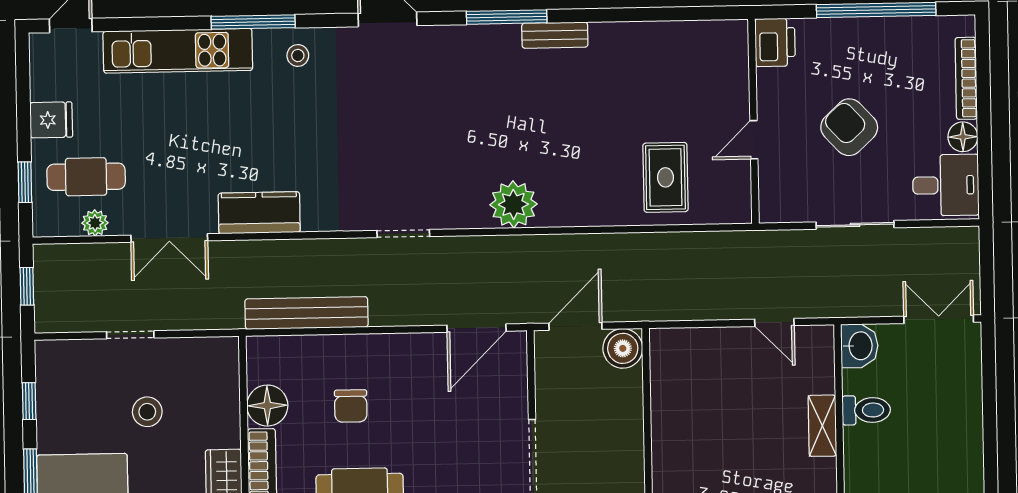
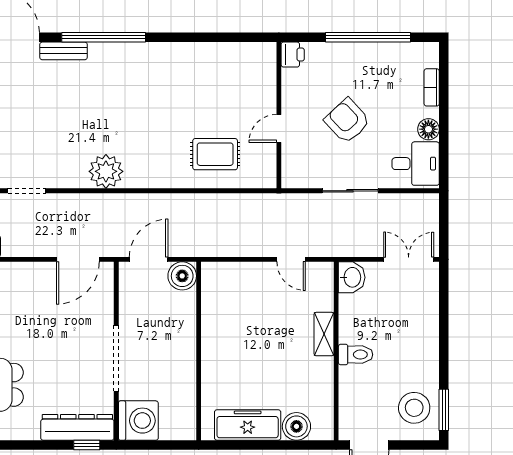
window: (507, 17) -> (104, 37), width x1.46
bench: (555, 35) -> (64, 51), moved
printer: (775, 42) -> (293, 55), width x0.73, depth x0.81
bookcase: (966, 78) -> (432, 87), width x0.64
rug: (665, 177) -> (215, 154), turned 90
toilet: (866, 410) -> (356, 355), moved

